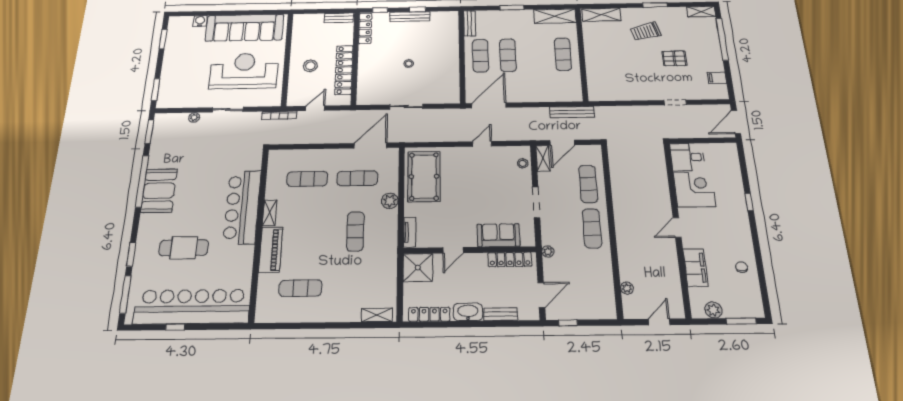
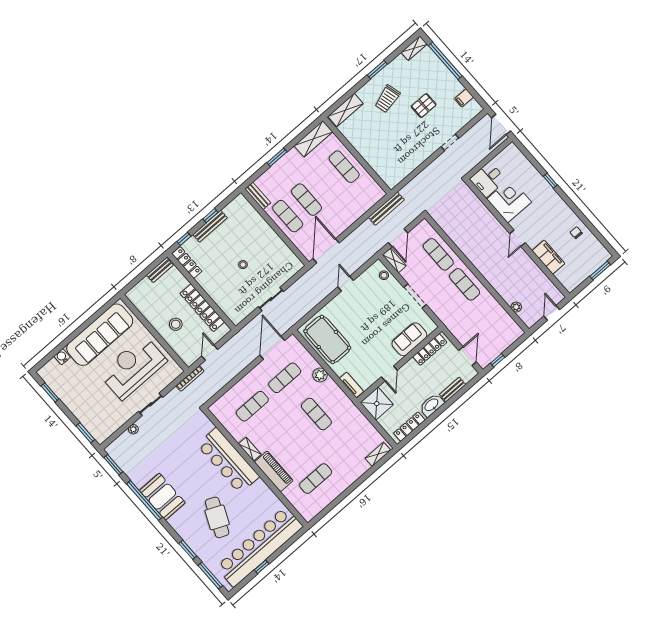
cafe table: (184, 248) -> (217, 517), turned -66
plant: (548, 252) -> (449, 324), removed
plant: (713, 310) -> (579, 277), removed

